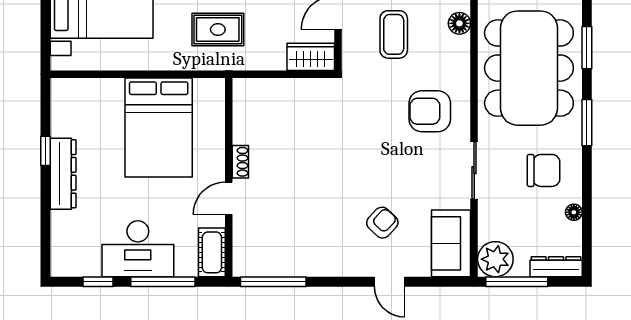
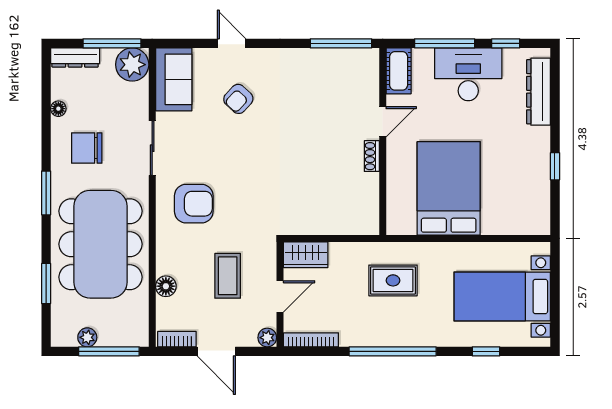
window: (587, 48) -> (46, 283), moved
dresser: (63, 174) -> (538, 92), moved

